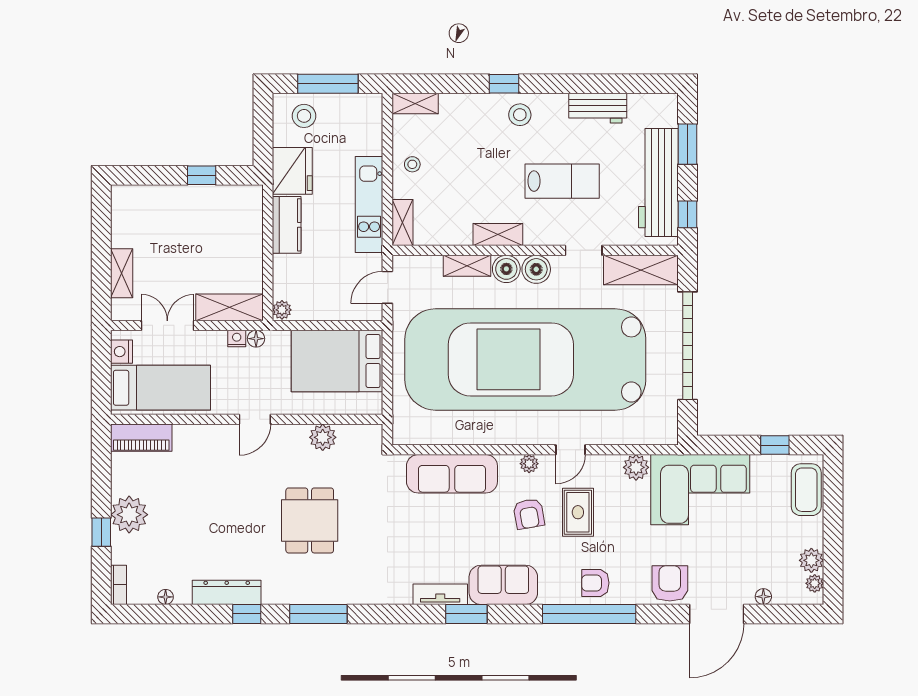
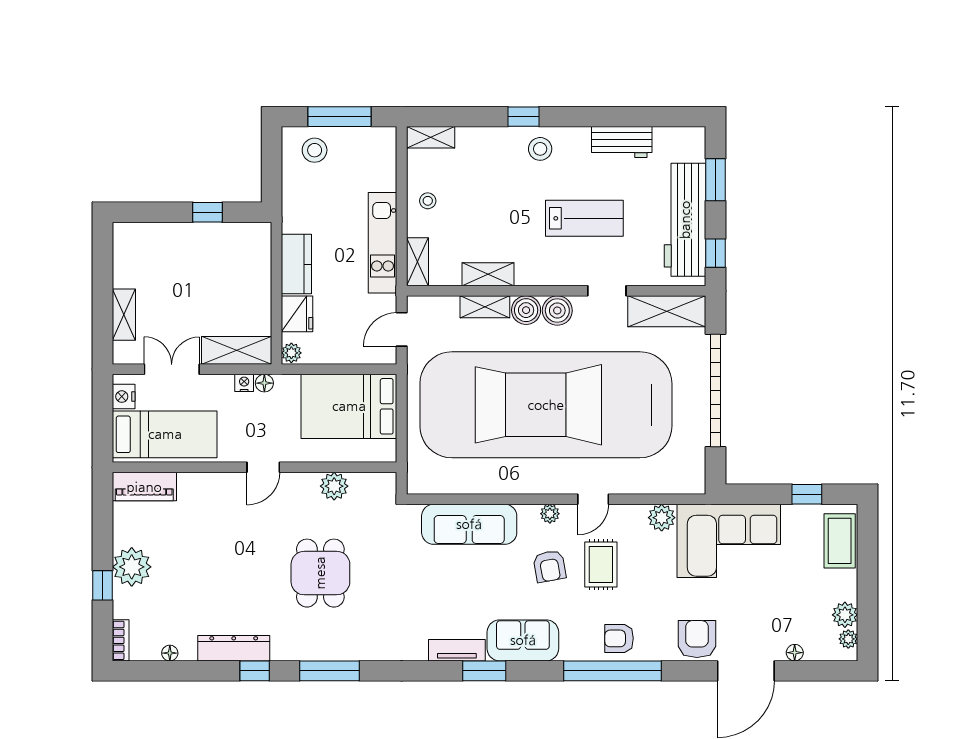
fridge: (292, 171) -> (297, 314), moved, width x0.73, depth x0.75
shelving: (498, 235) -> (488, 274), moved

